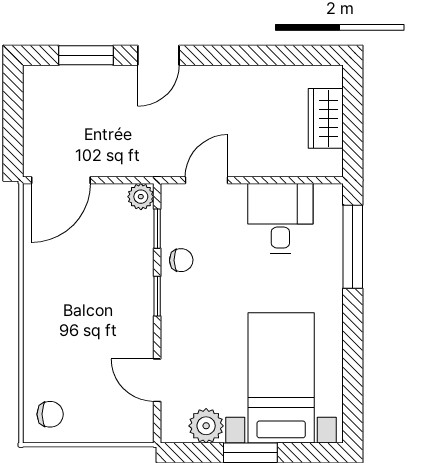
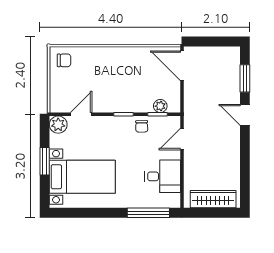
wardrobe: (326, 118) -> (213, 199), width x1.50
door: (207, 180) -> (182, 139), swing flipped
plant: (141, 197) -> (160, 106), moved
chair: (50, 414) -> (64, 60), turned -90
plant: (206, 426) -> (58, 125), moved

